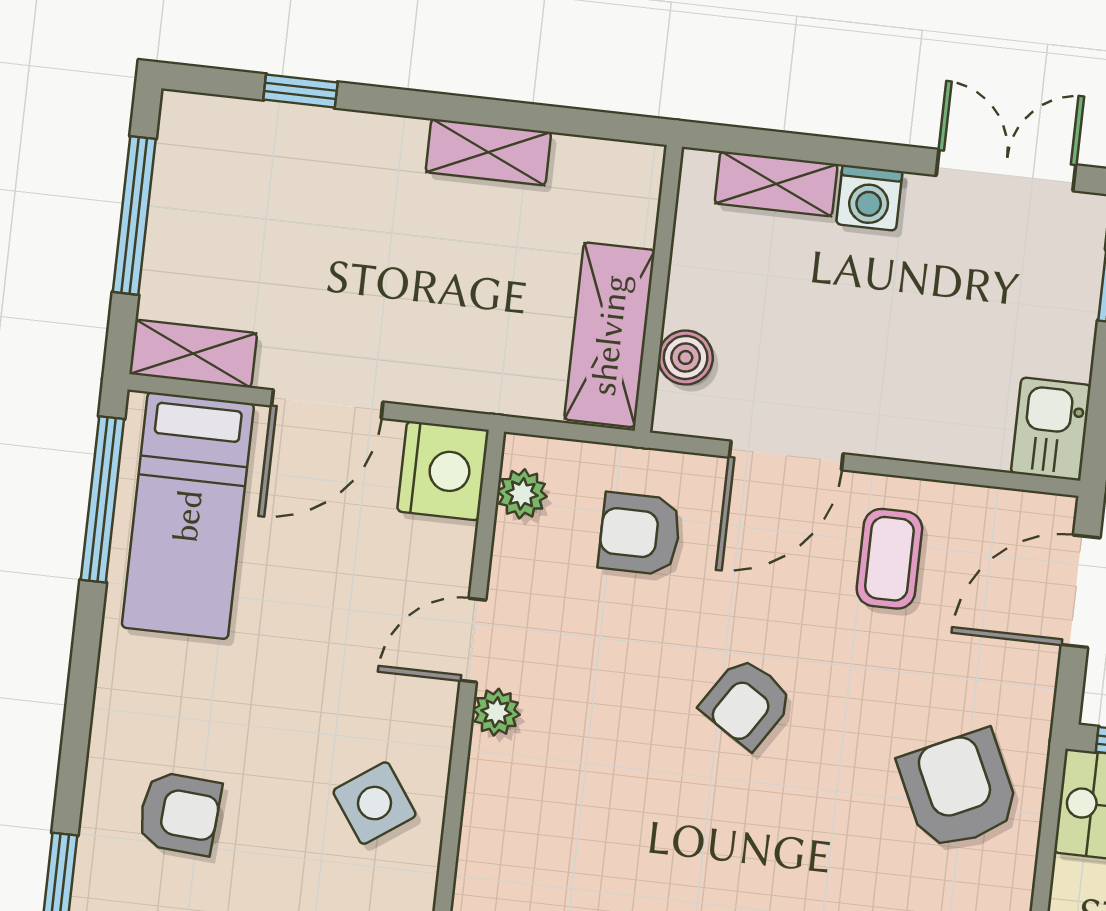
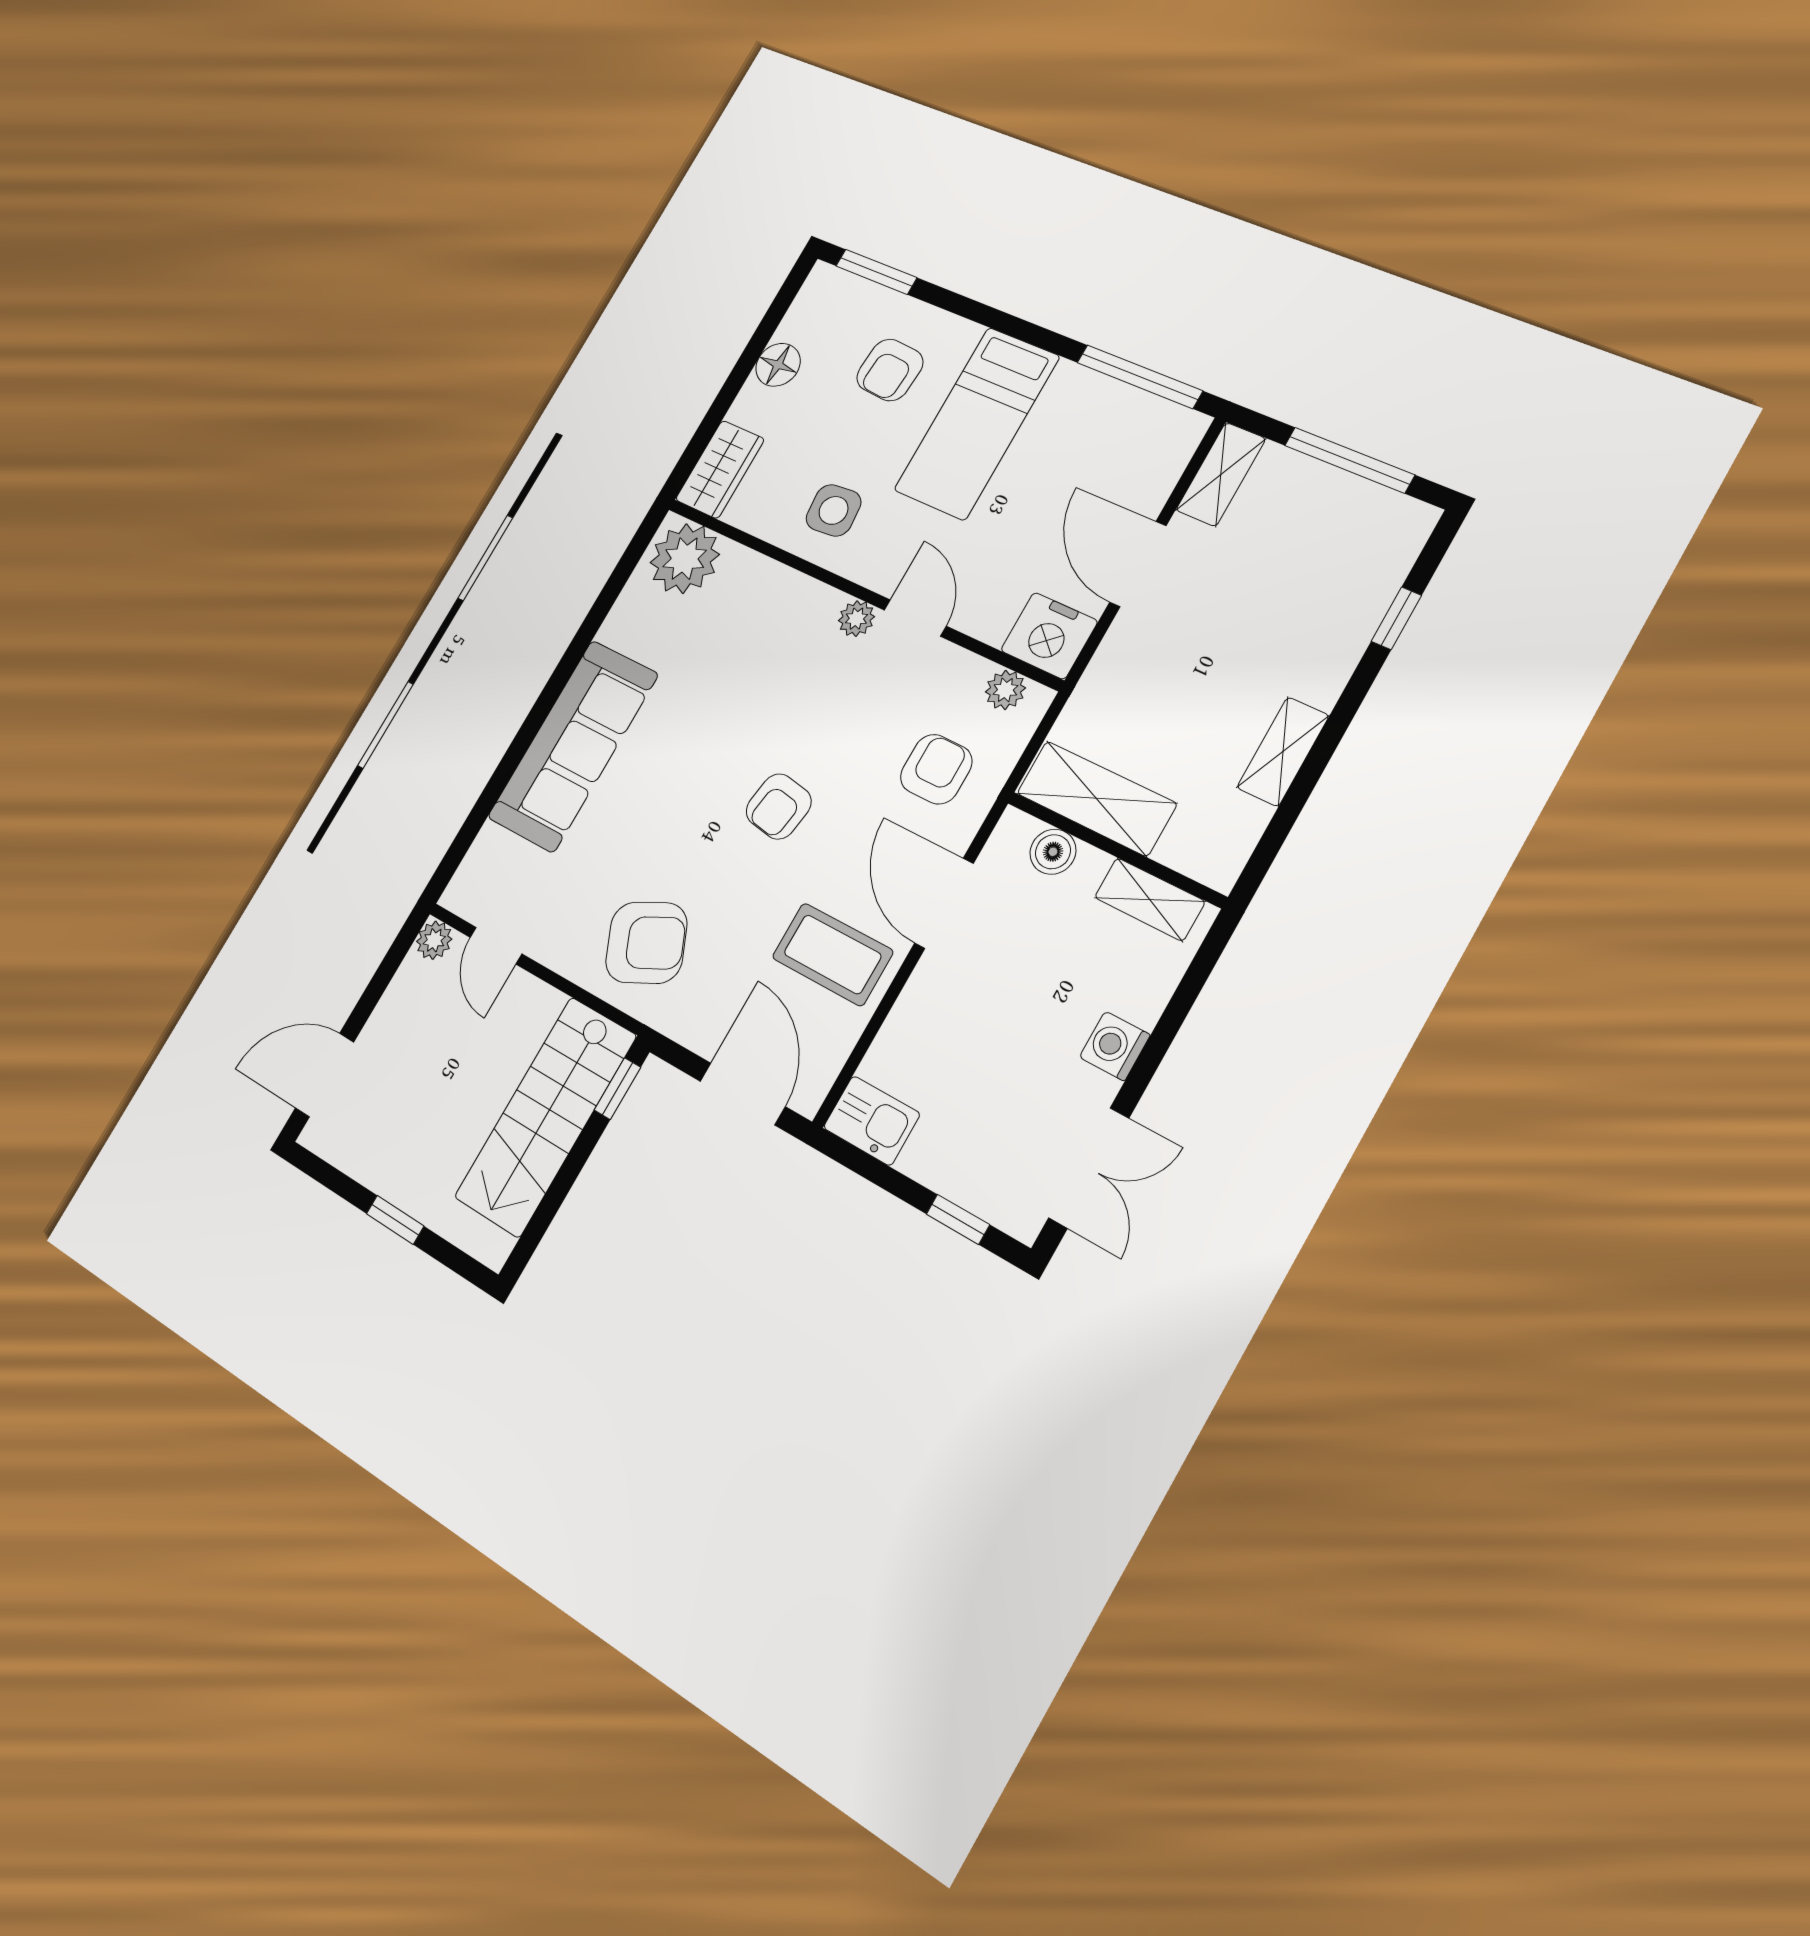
shelving: (776, 184) -> (1150, 899), moved, turned 90
bed: (188, 516) -> (977, 423), moved, turned -90
coffee table: (889, 559) -> (833, 954), width x1.36, depth x1.30
armchair: (747, 703) -> (779, 806), turned -114
side table: (375, 803) -> (834, 510), turned 30

